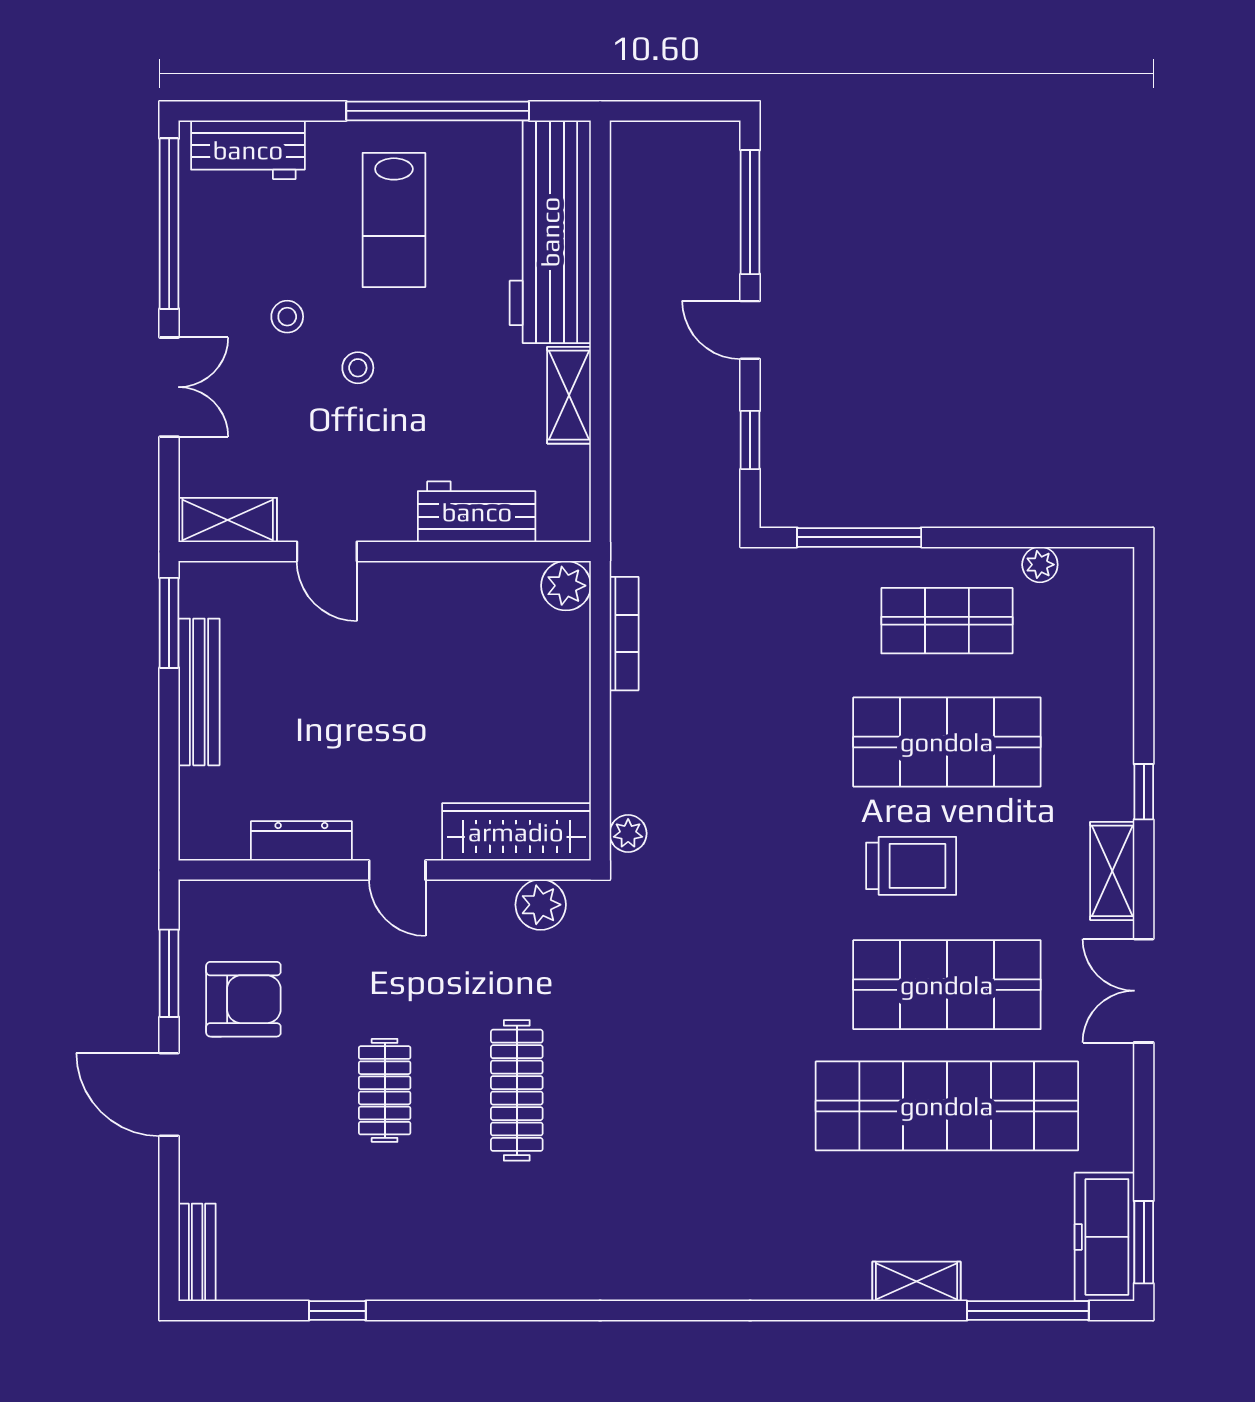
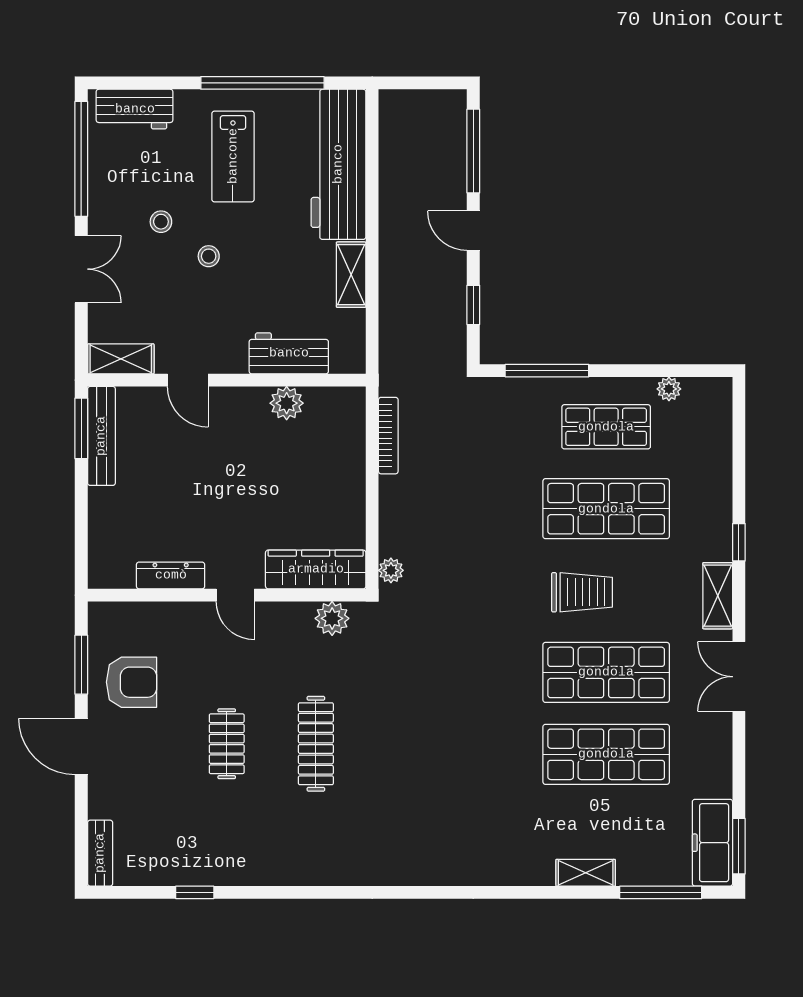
plant: (566, 586) -> (287, 403), moved
bench: (199, 692) -> (101, 436), moved
shop shelf: (947, 1106) -> (606, 754), width x0.71

